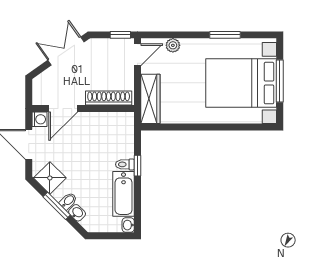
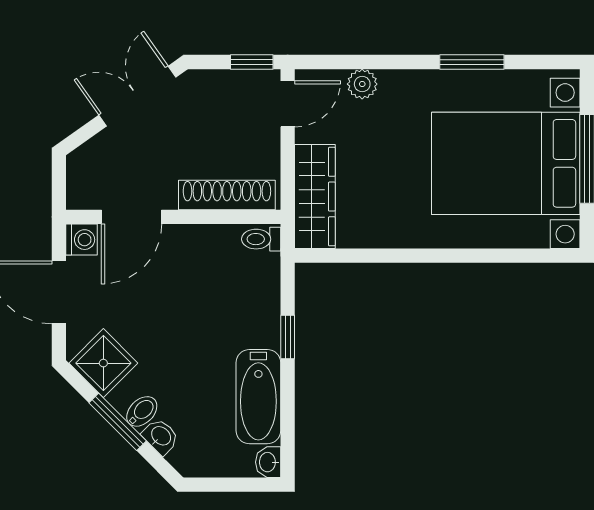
toilet: (125, 164) -> (261, 239), moved

